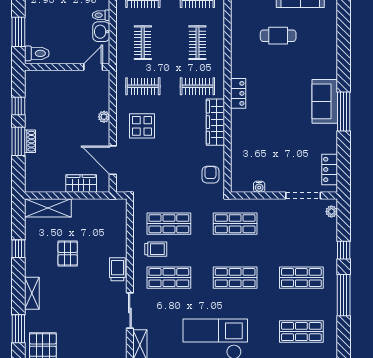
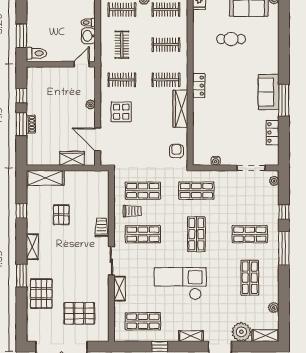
clothes rail: (197, 43) -> (166, 45), turned 90
locker: (330, 169) -> (273, 133), moved
shop shelf: (235, 278) -> (196, 234), turned 90
shop shelf: (301, 332) -> (250, 278), turned 90

